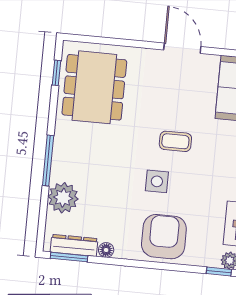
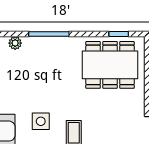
plant: (63, 198) -> (15, 43), width x0.53, depth x0.53

